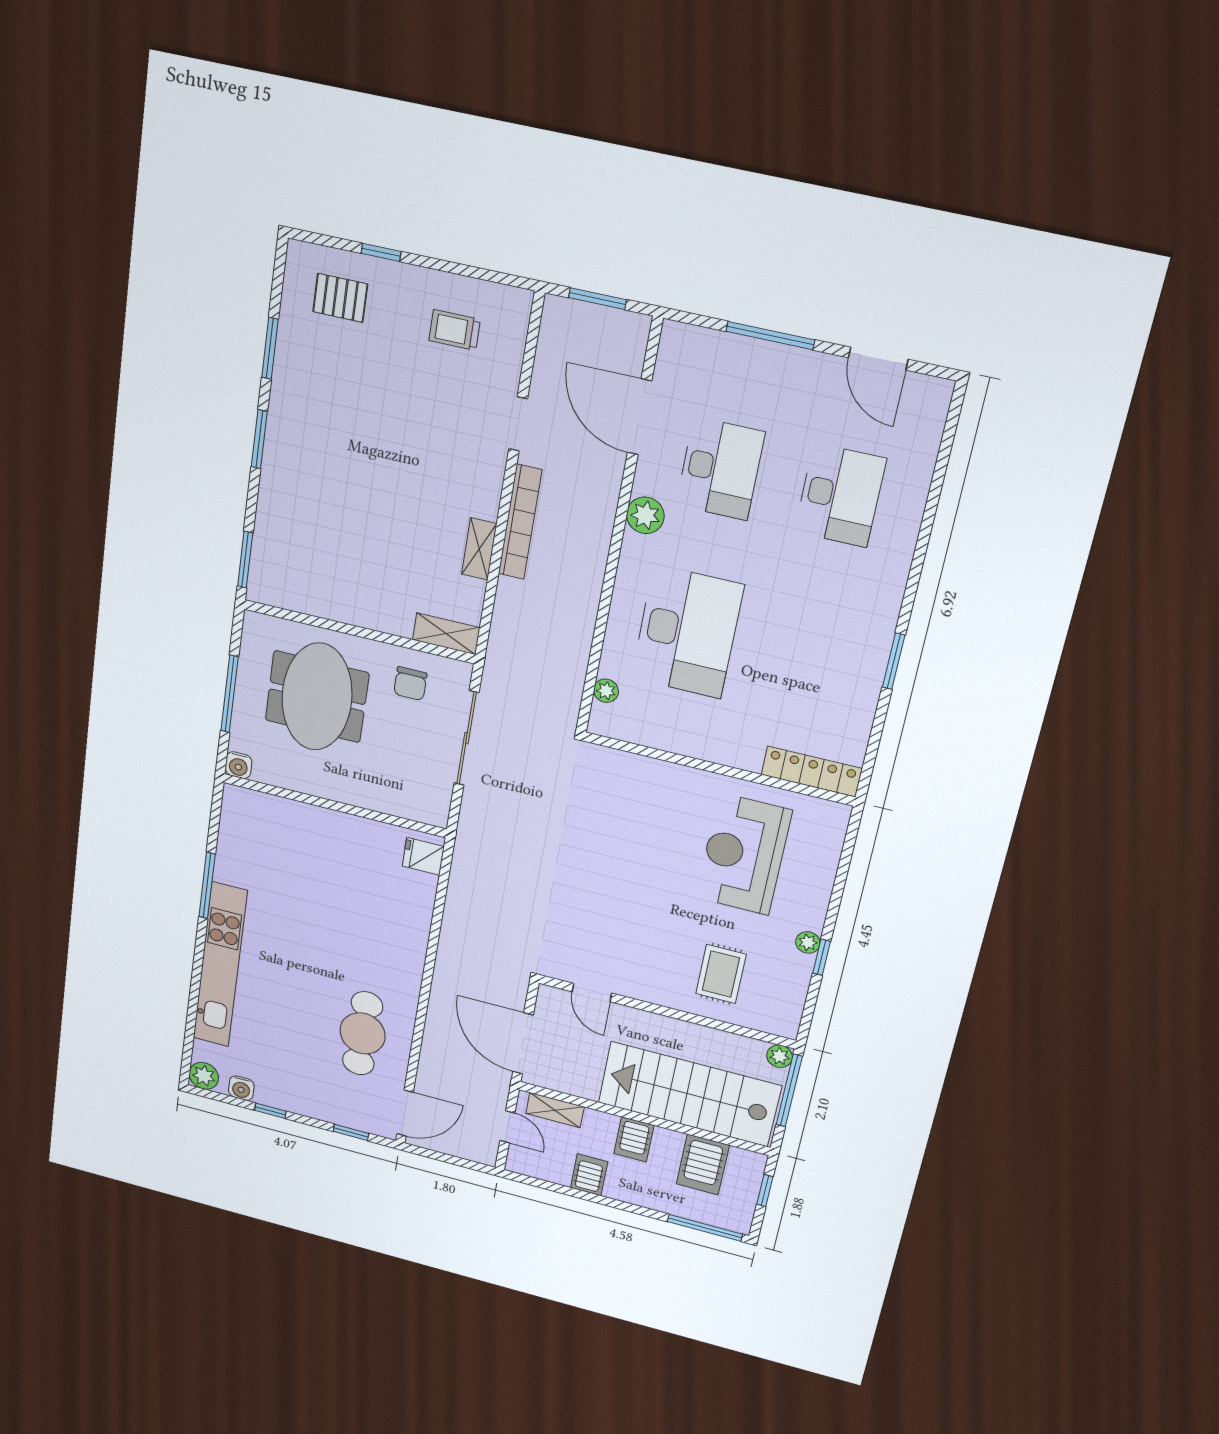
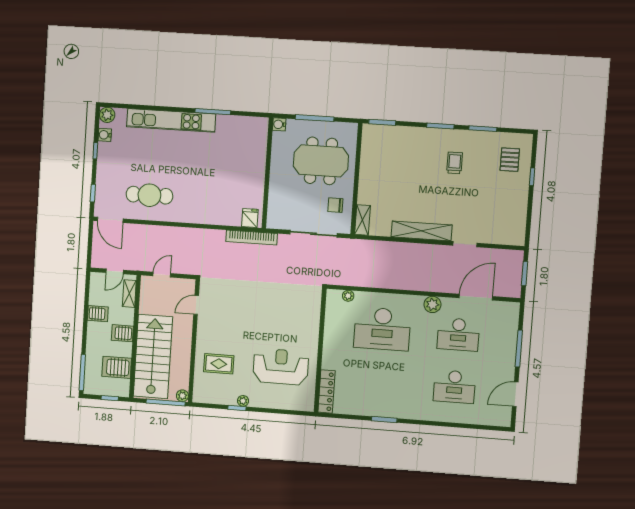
trolley: (455, 330) -> (455, 163), moved
bookcase: (520, 522) -> (252, 237), moved
shelving: (479, 549) -> (422, 231), width x2.20, depth x1.33
door: (523, 1043) -> (162, 275), width x0.53

